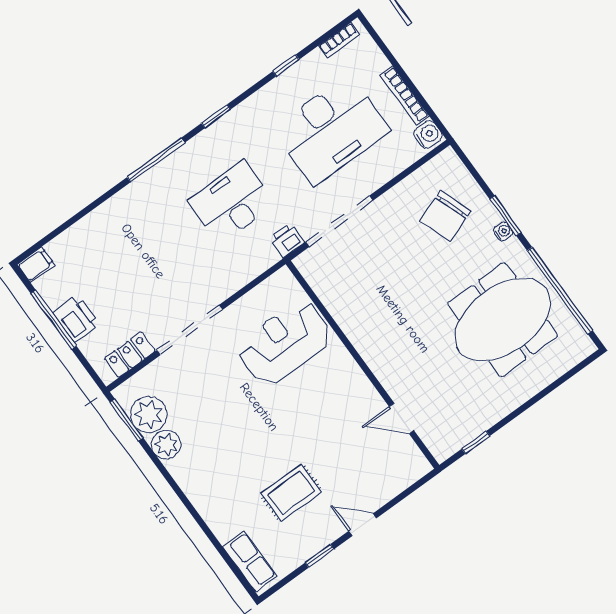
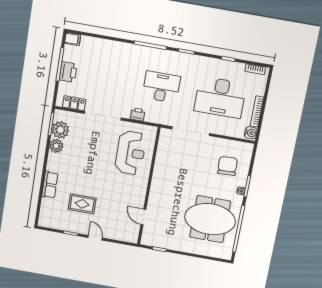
chair: (445, 216) -> (228, 166), turned 107
printer: (287, 240) -> (138, 114), moved
reception desk: (285, 343) -> (130, 153), turned 90
row of seats: (250, 561) -> (50, 185), moved

